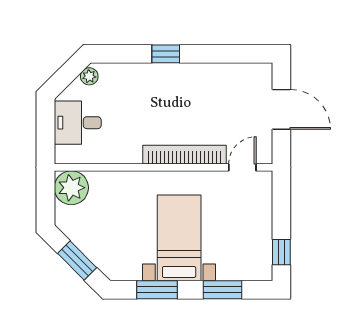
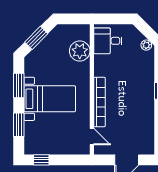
desk: (78, 123) -> (108, 41), moved, turned -90
plant: (71, 188) -> (80, 51), moved

